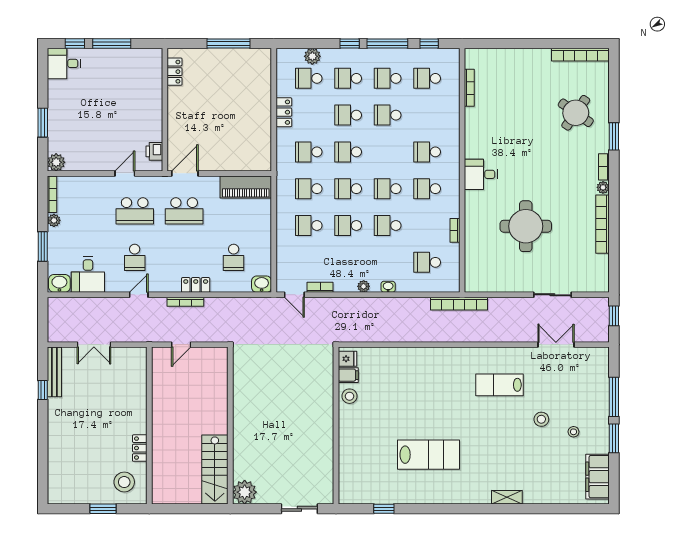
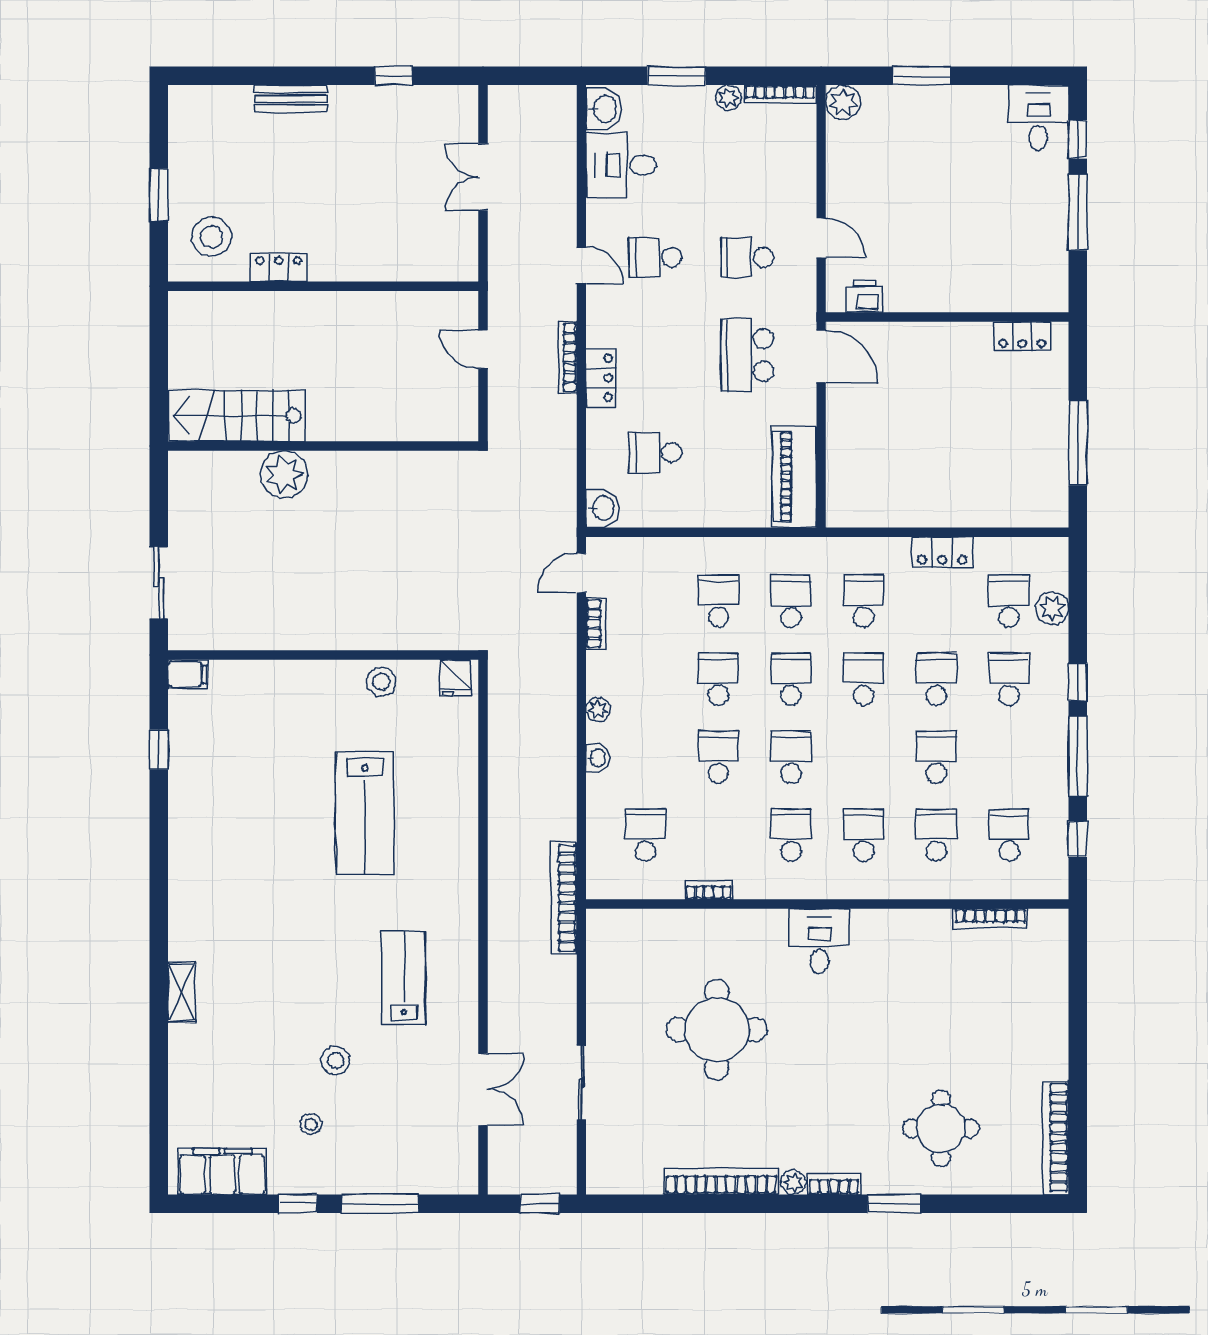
school desk: (388, 78) -> (936, 835), moved
round table: (576, 113) -> (941, 1128), turned -35
school desk: (135, 211) -> (747, 257), width x0.54
bench: (54, 372) -> (291, 99), moved, width x0.73
filing cabinet: (348, 375) -> (188, 674), moved, turned -90
window: (614, 438) -> (298, 1204), width x0.67
lab bench: (429, 455) -> (365, 813), moved
plant: (245, 492) -> (284, 474), moved

